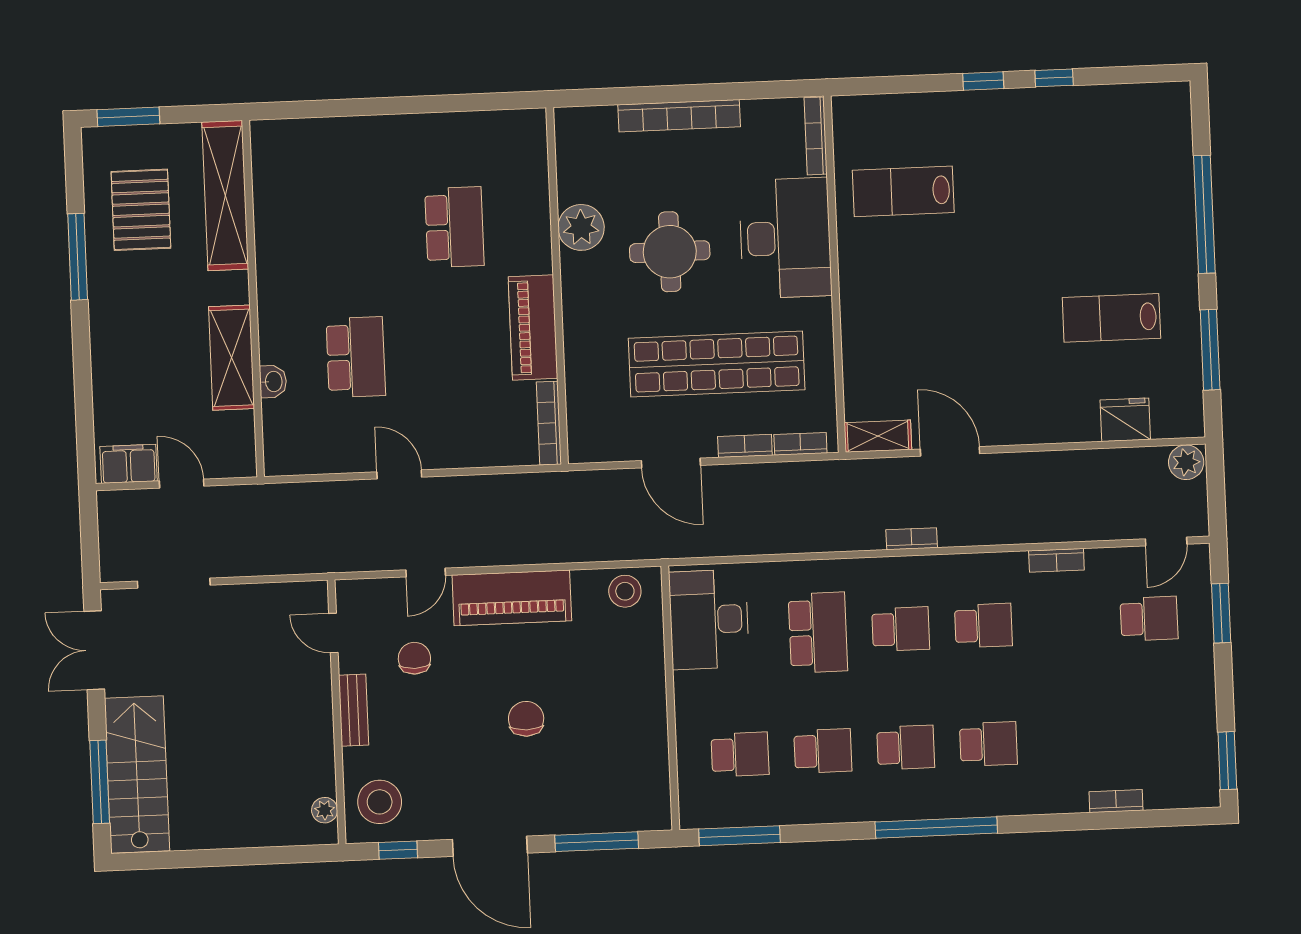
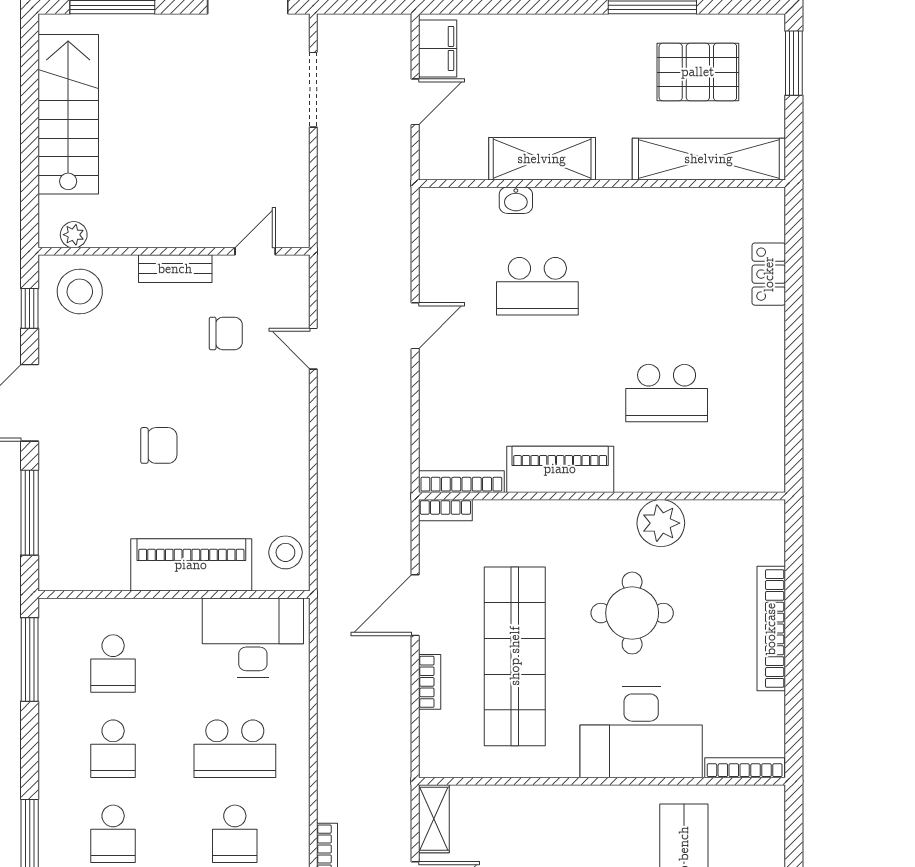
locker: (335, 133) -> (769, 274), added
bookcase: (800, 444) -> (445, 510), moved, turned 90
piano: (512, 598) -> (191, 565), moved, turned 90
stairs: (137, 775) -> (68, 114), moved, turned -90

